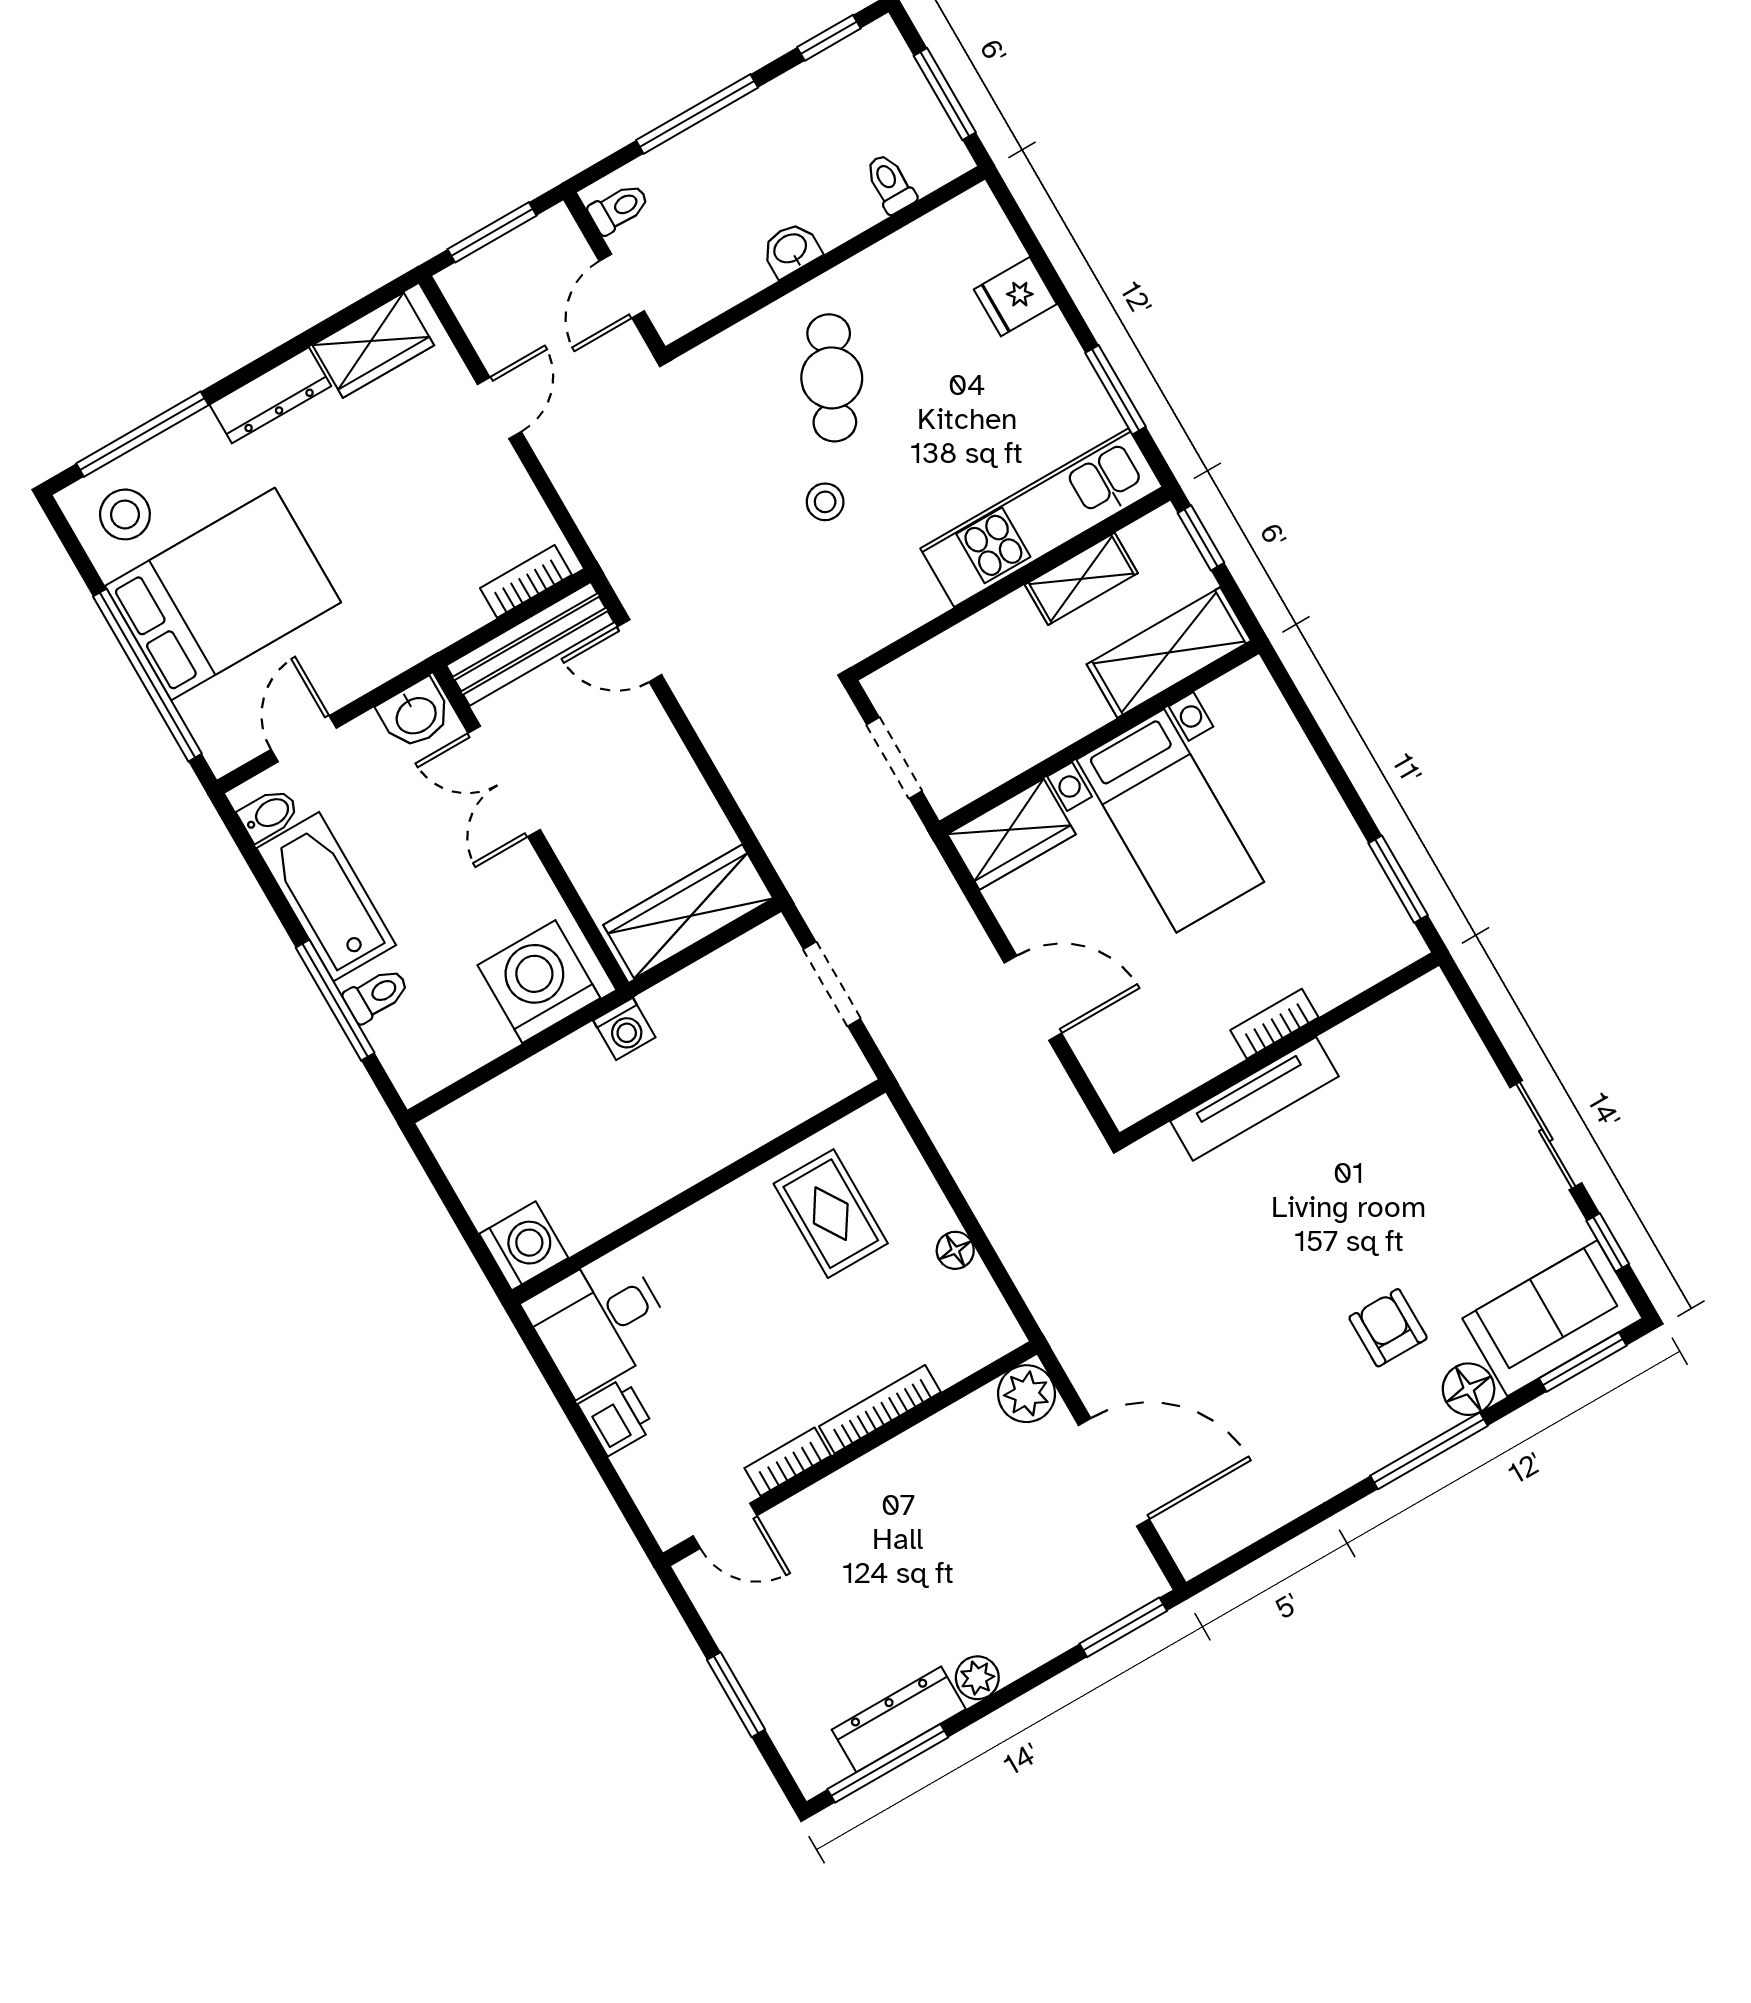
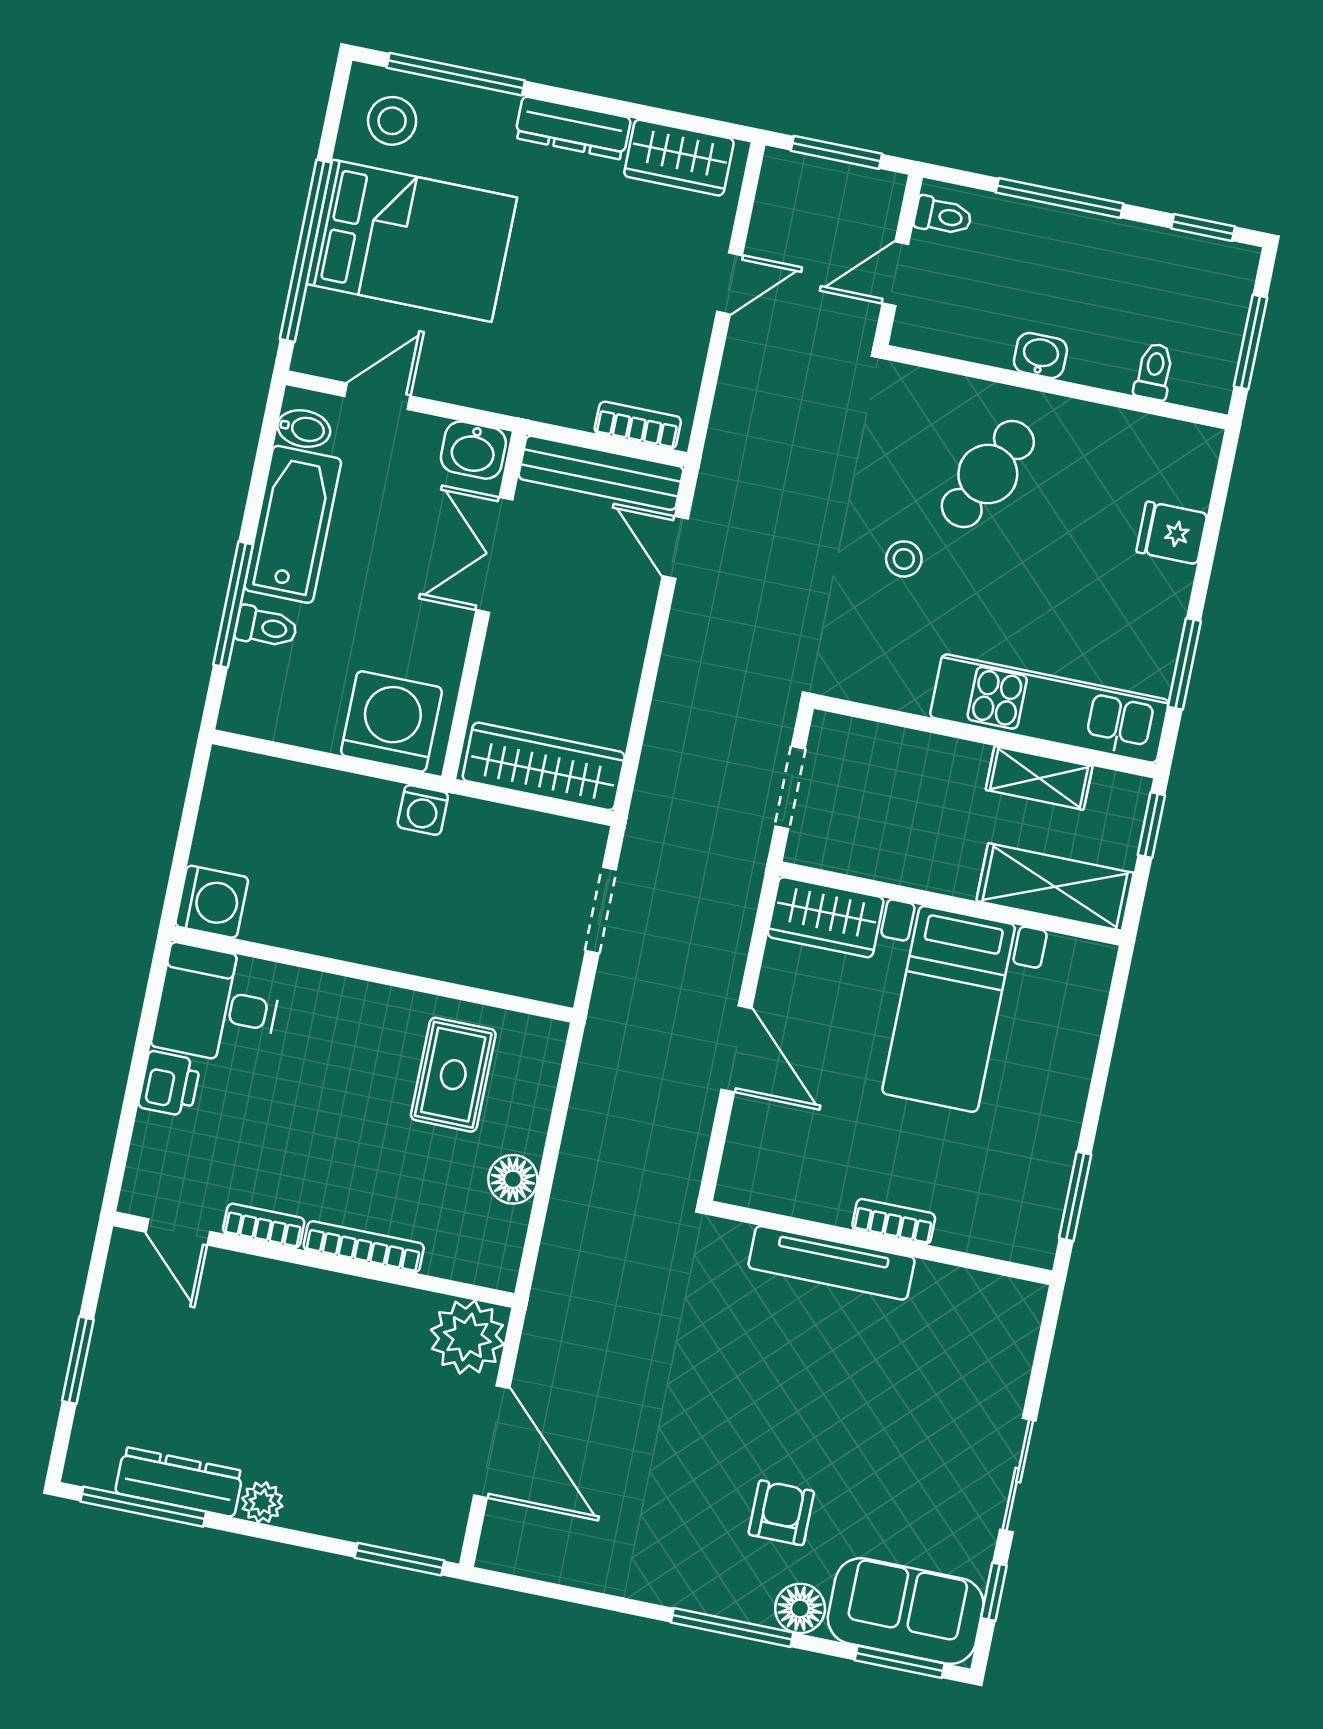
floor lamp: (955, 1250) -> (513, 1179), width x1.37, depth x1.37
plant: (1027, 1394) -> (467, 1337), width x1.36, depth x1.36

